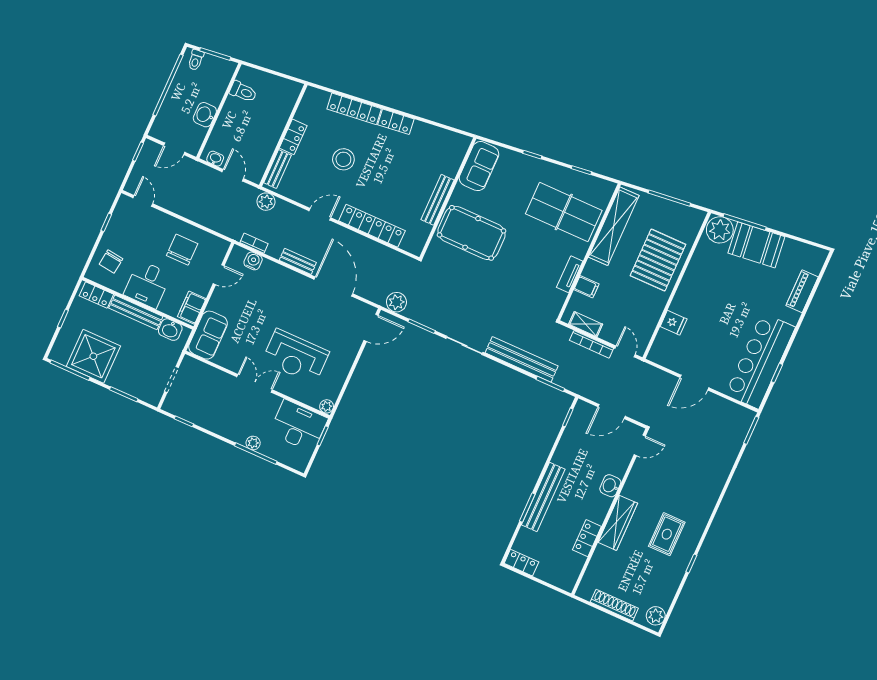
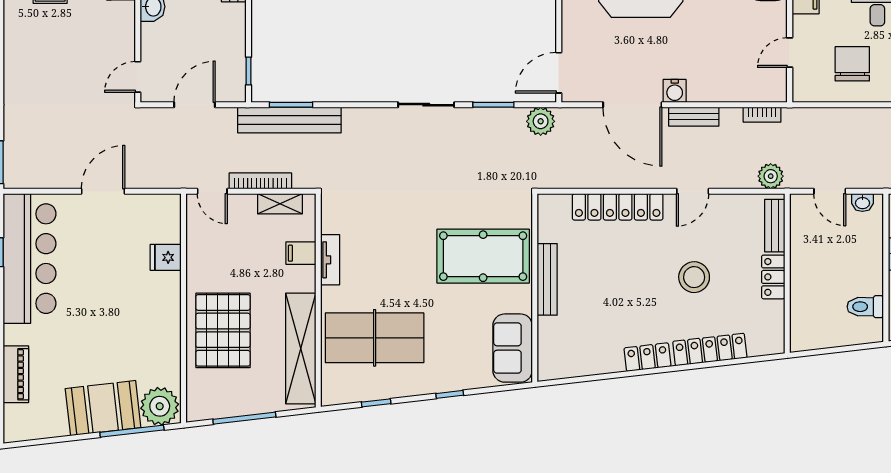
chair: (182, 250) -> (852, 64), turned 180
water cooler: (253, 261) -> (675, 91), moved
bench: (522, 359) -> (289, 120), moved

